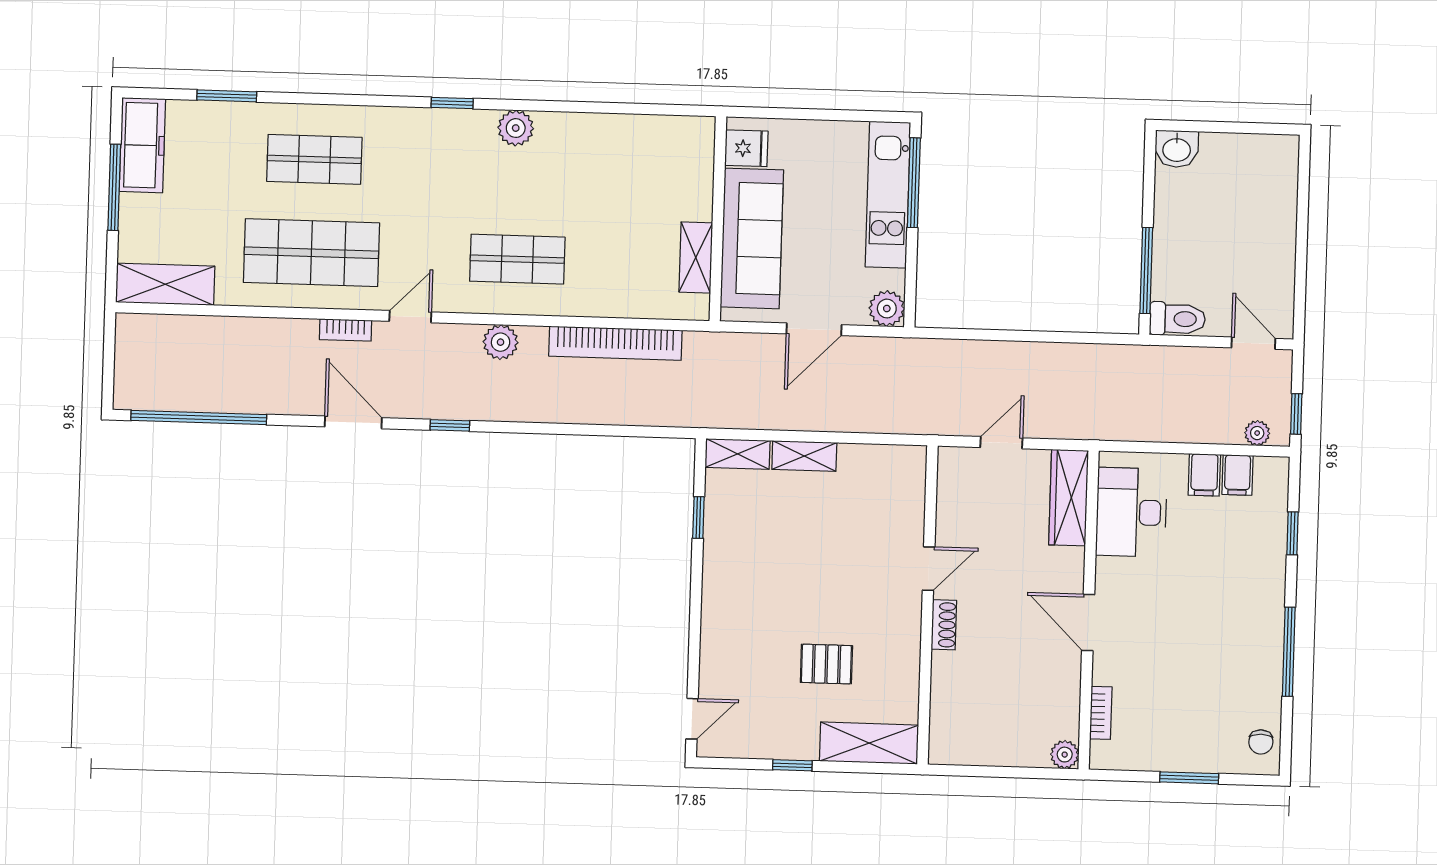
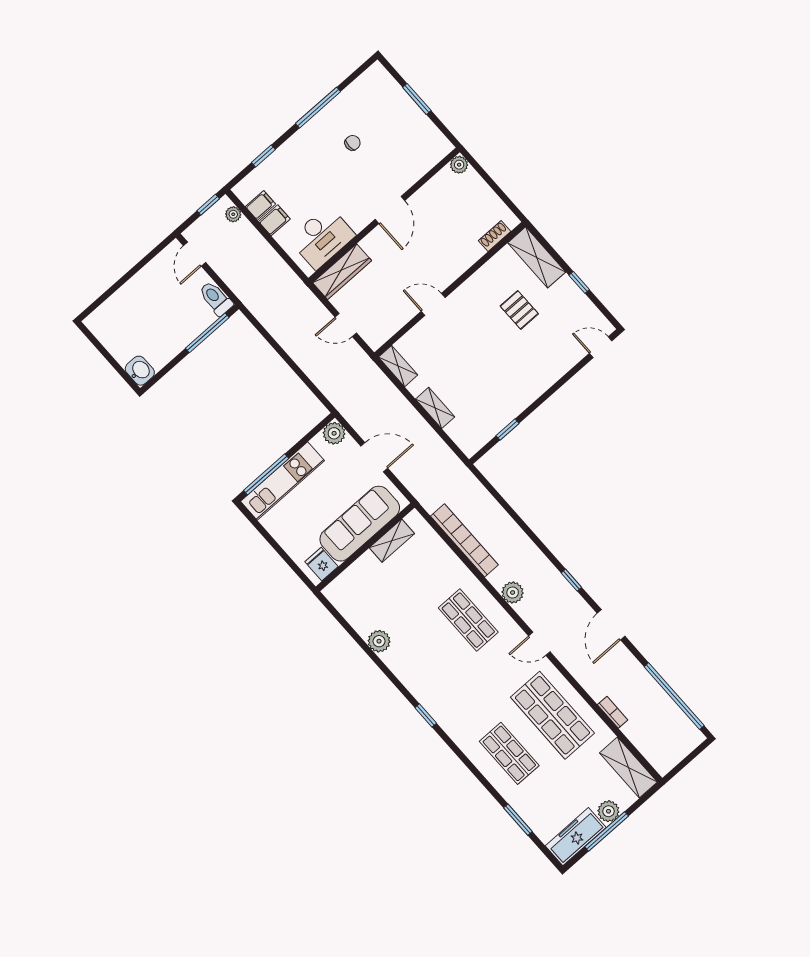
plant: (516, 128) -> (379, 641), moved
plant: (136, 212) -> (608, 811), added
bookcase: (346, 330) -> (613, 712), moved
shelving: (738, 454) -> (398, 366), moved
shoe rack: (944, 625) -> (495, 236), moved
bookcase: (1101, 713) -> (425, 166), removed
chair: (1261, 742) -> (353, 143), moved

